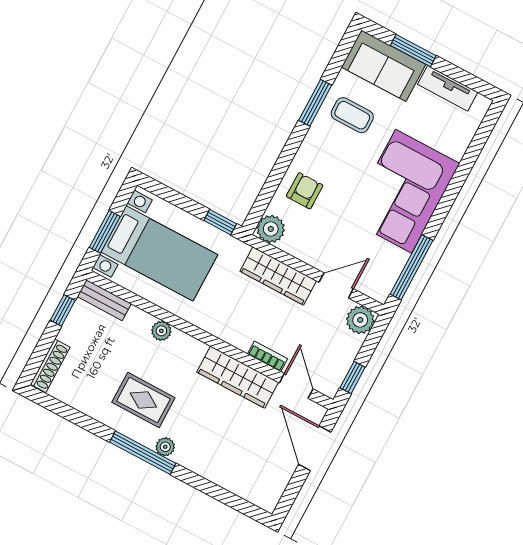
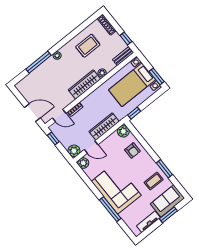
window: (105, 232) -> (157, 76), moved
window: (411, 267) -> (110, 209), moved
door: (336, 285) -> (91, 147), hinge flipped
plant: (379, 288) -> (83, 163), added
wardrobe: (238, 377) -> (84, 85), moved
rug: (143, 400) -> (88, 46), moved
window: (143, 453) -> (39, 62), moved

